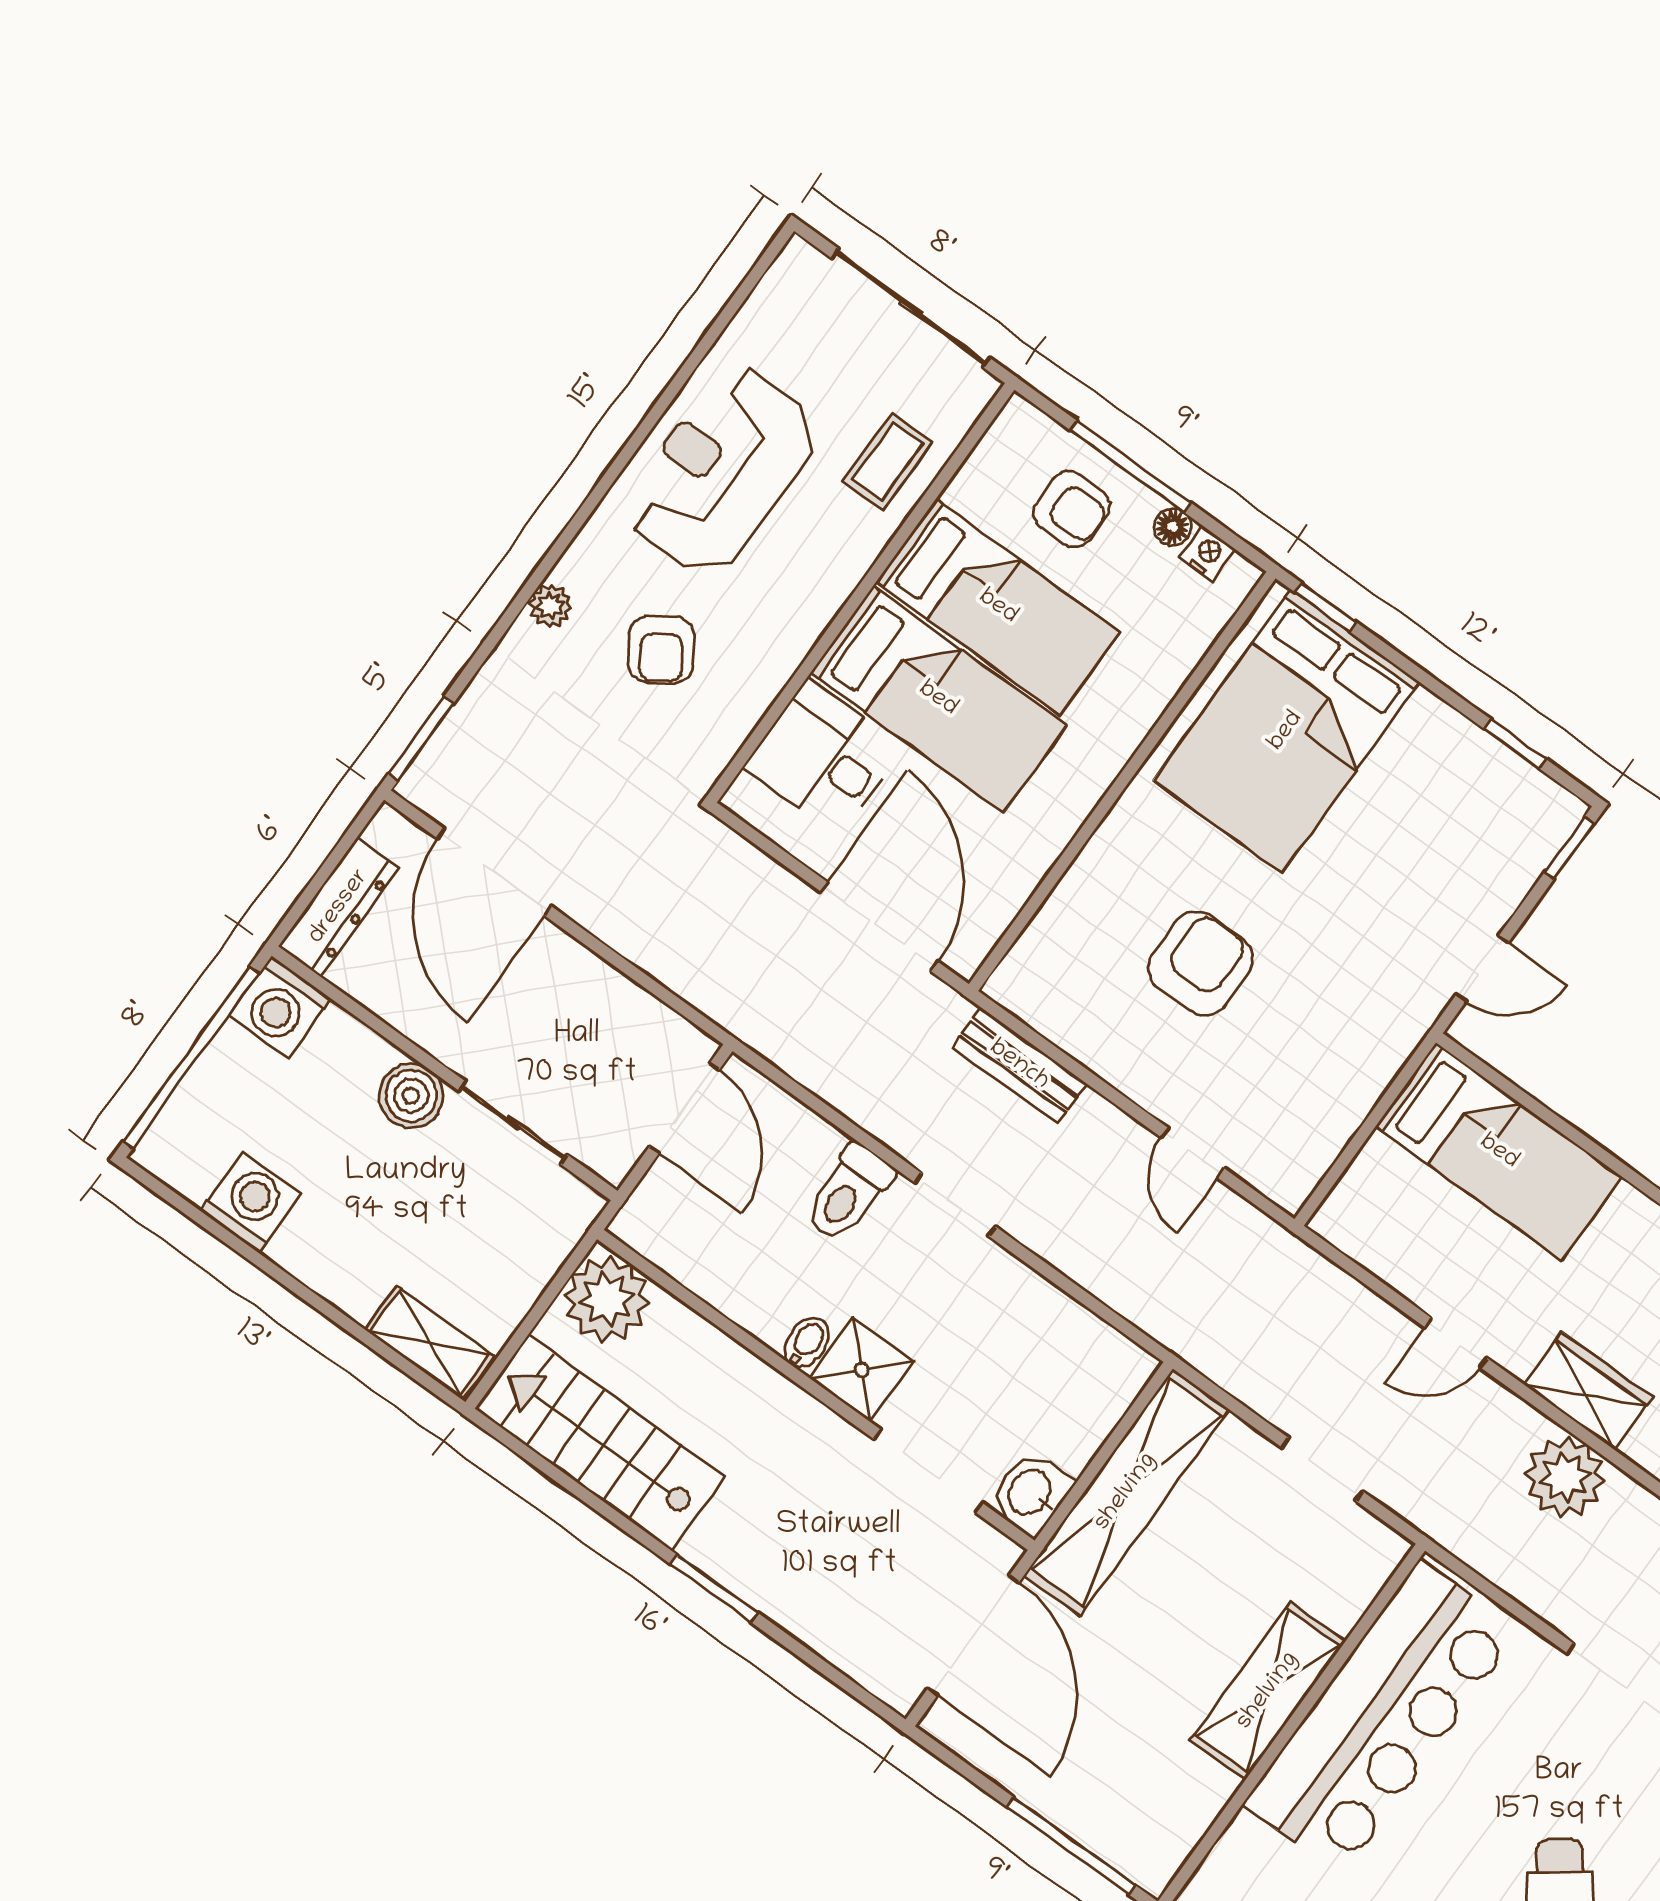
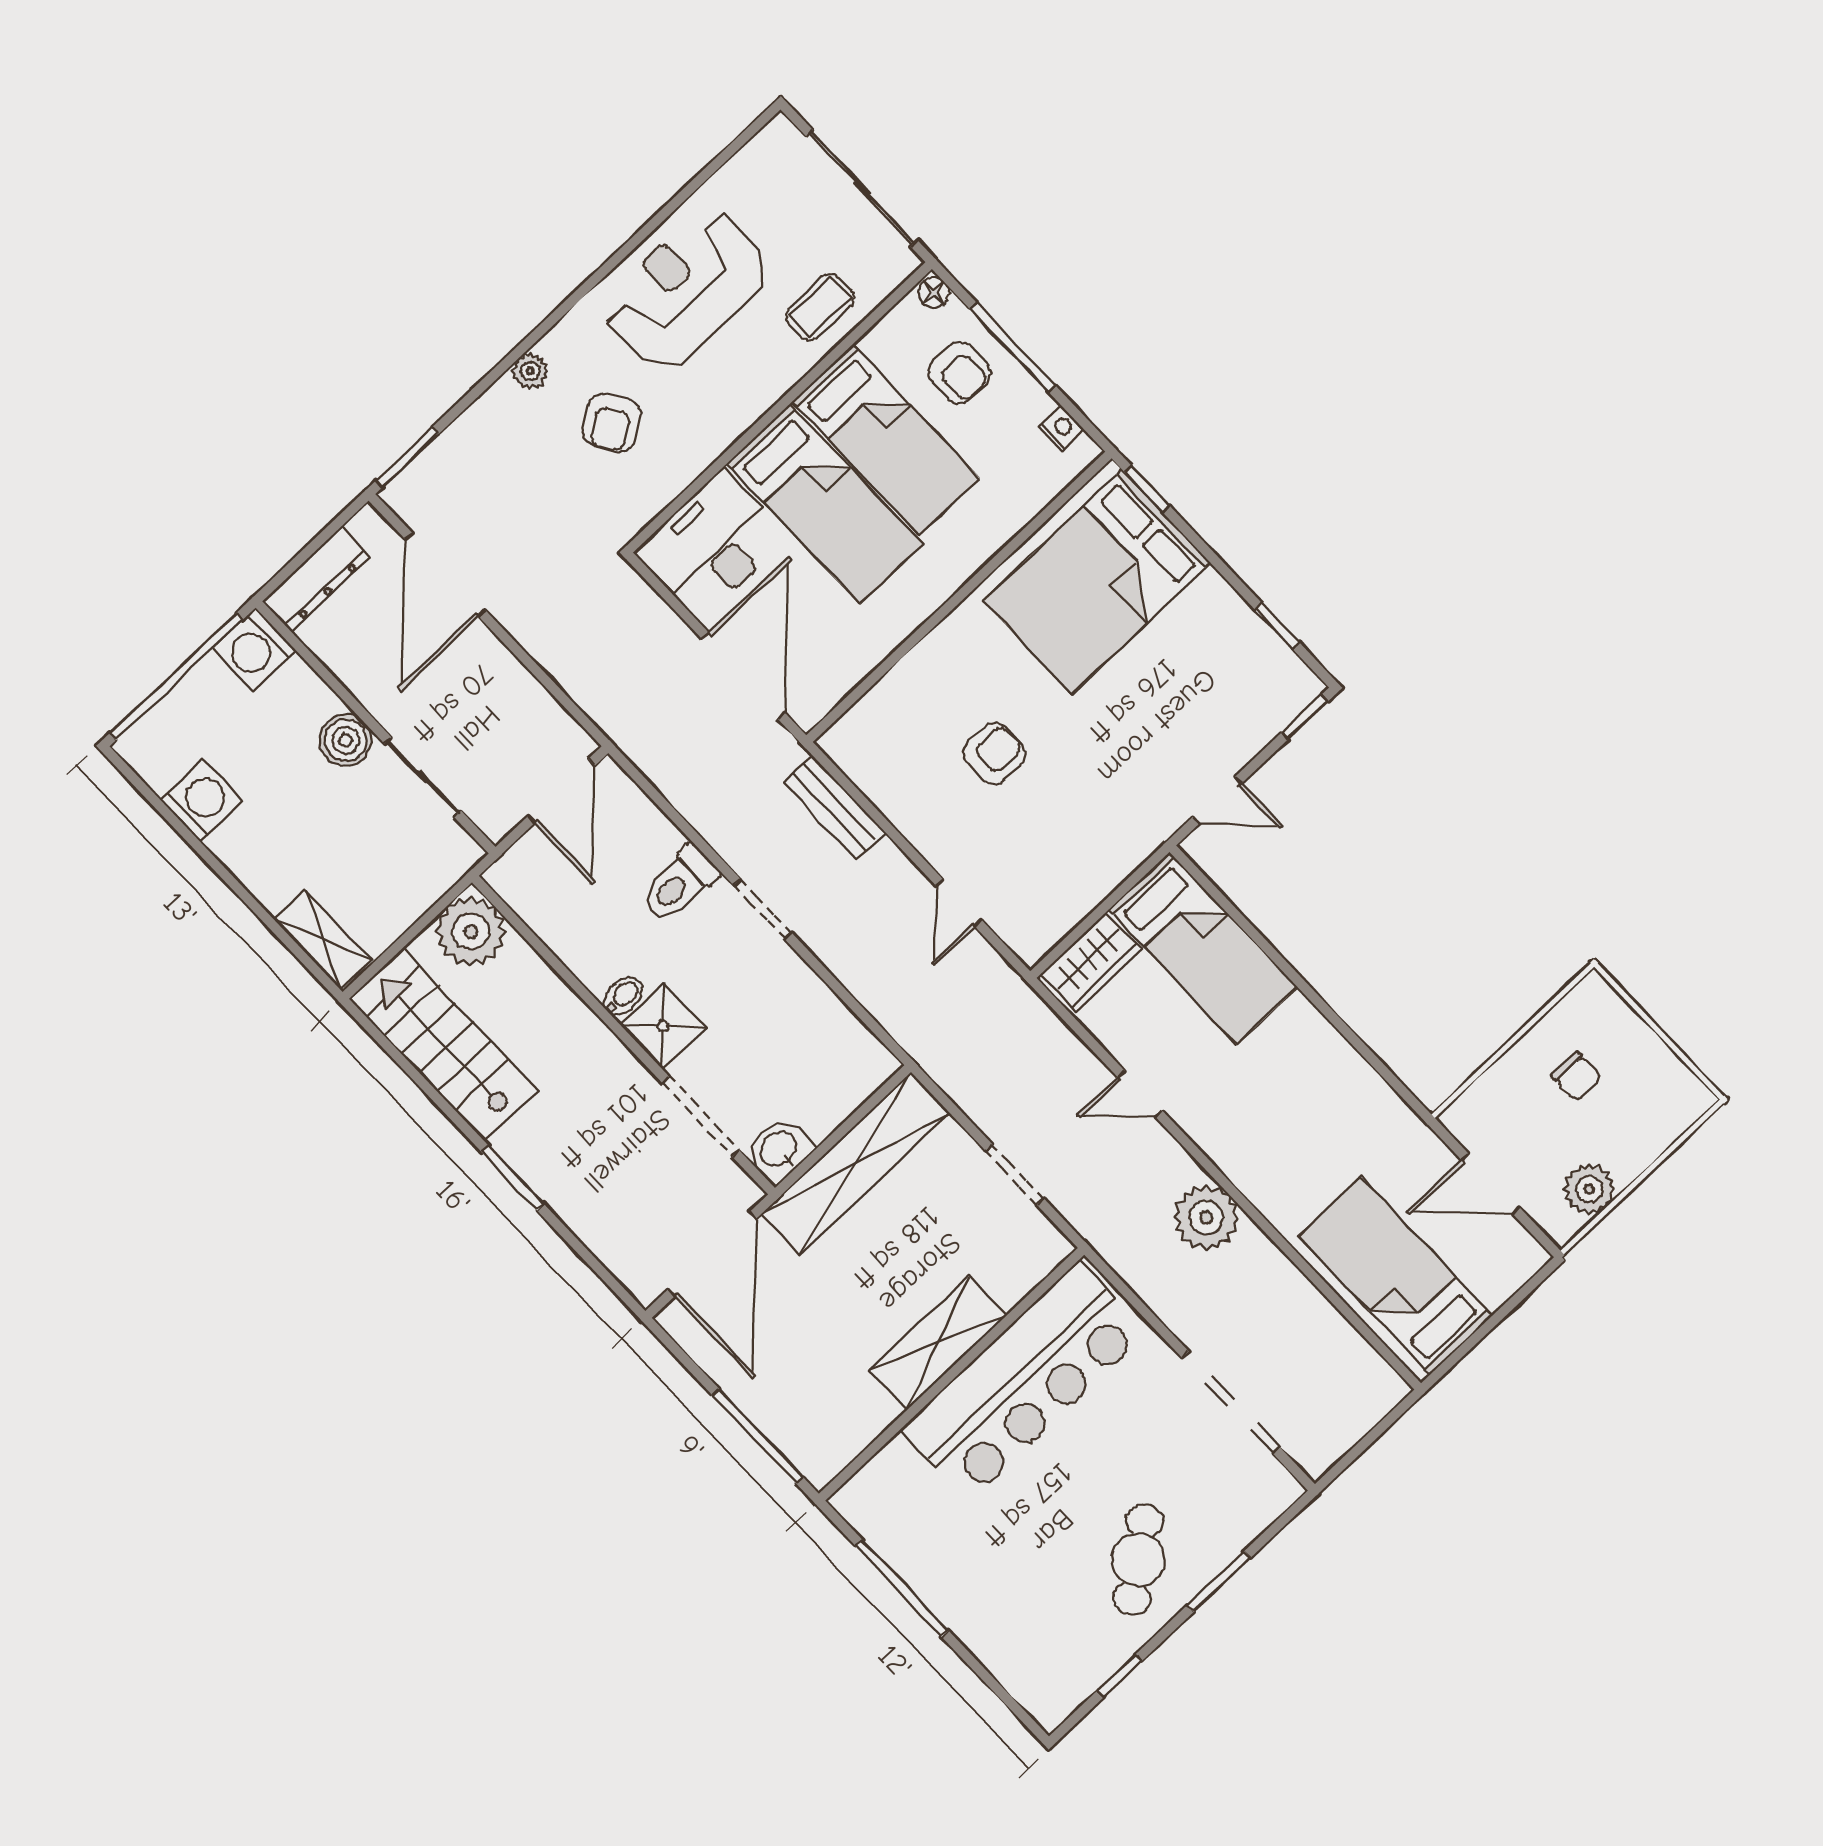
floor lamp: (1173, 527) -> (934, 293), moved
desk: (824, 757) -> (713, 544), width x1.37
armchair: (1201, 963) -> (994, 753), width x0.72, depth x0.72
wardrobe: (1588, 1391) -> (1091, 962), moved, turned 90

